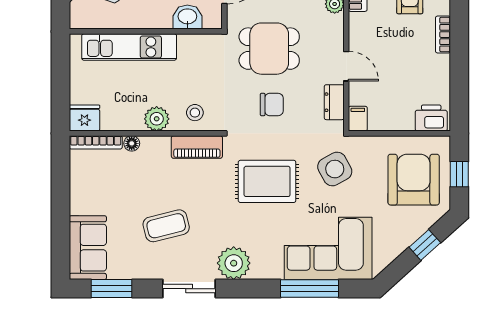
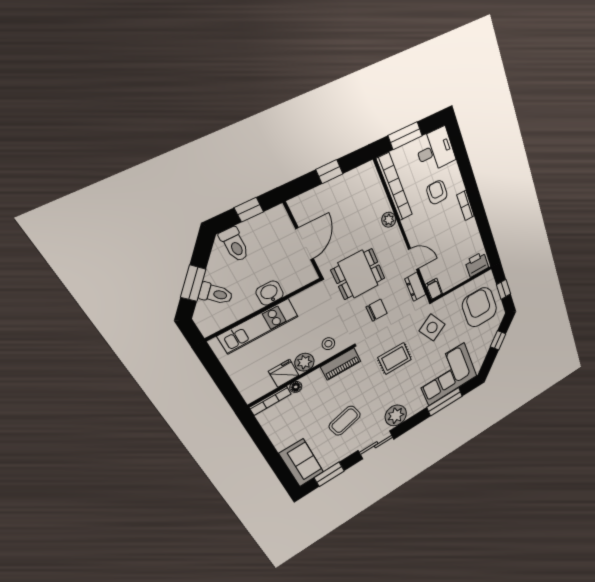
washbasin: (187, 17) -> (270, 293), moved
fridge: (84, 118) -> (284, 373), moved
rug: (267, 181) -> (395, 358), width x0.73, depth x0.70

